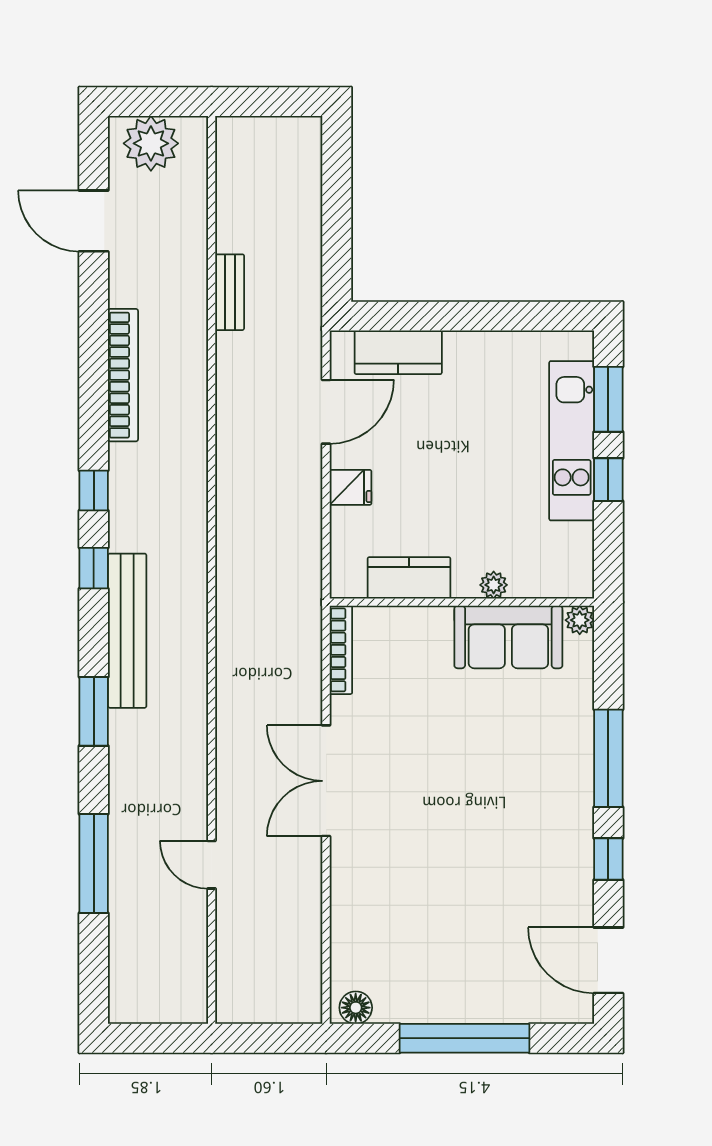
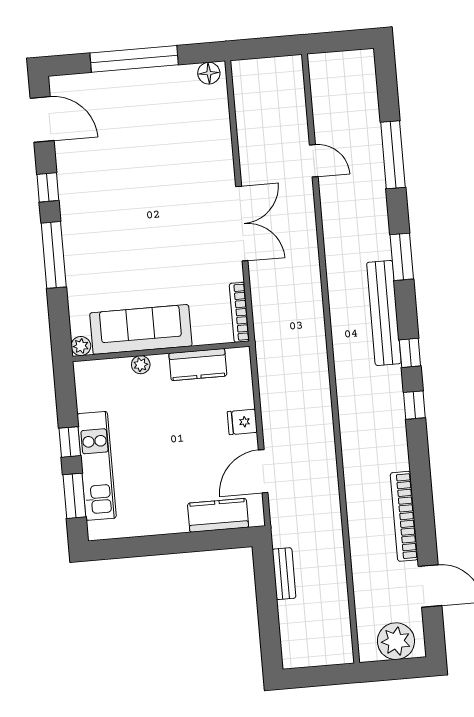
bench: (230, 292) -> (284, 574), moved
bookcase: (123, 375) -> (404, 516), moved
sofa: (508, 637) -> (141, 329), width x1.36

